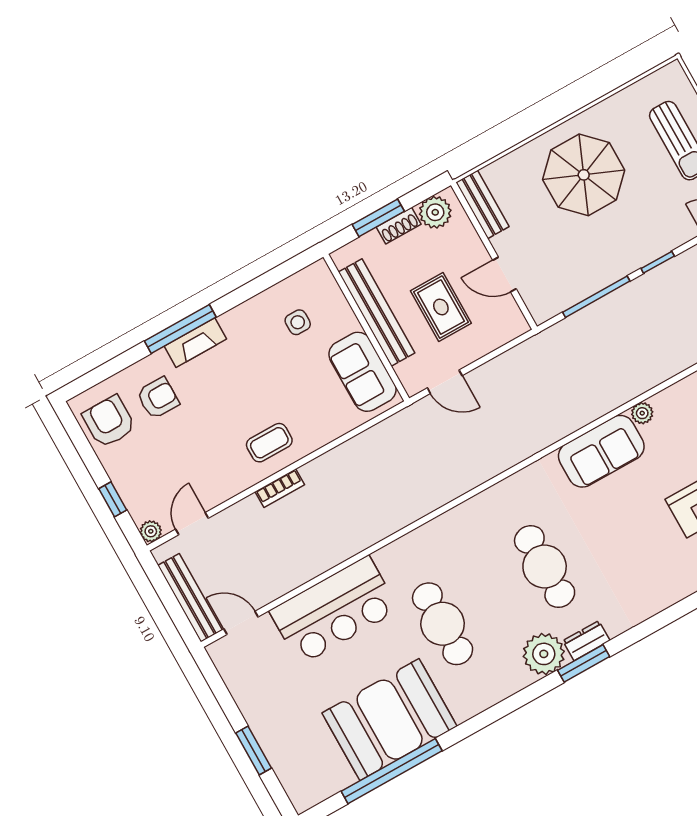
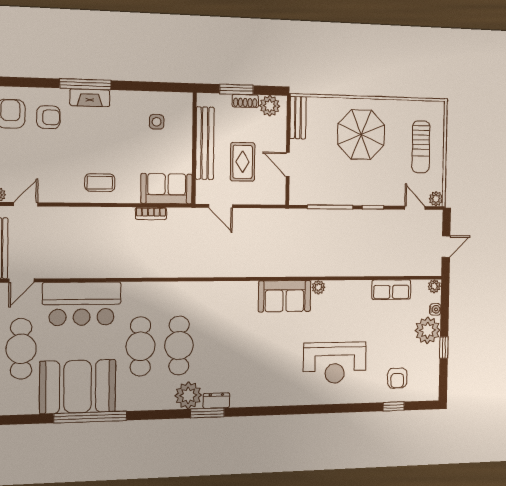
sofa: (362, 372) -> (167, 189), moved, turned 90
bookcase: (280, 488) -> (151, 214), moved
cafe table: (545, 567) -> (179, 346), moved
door: (241, 623) -> (21, 281), swing flipped
cafe table: (289, 710) -> (21, 349), added
window: (392, 771) -> (90, 417), moved

